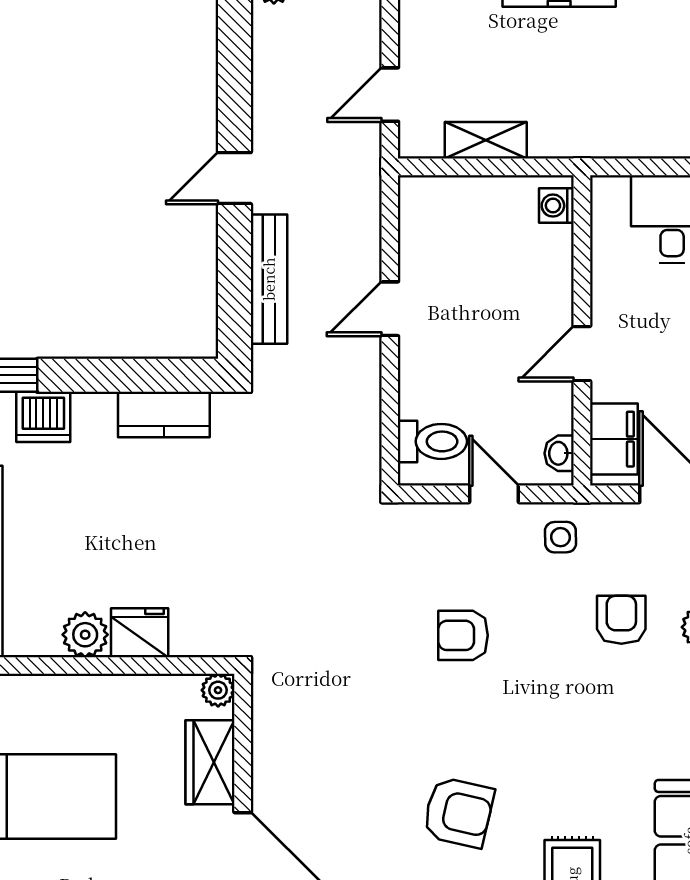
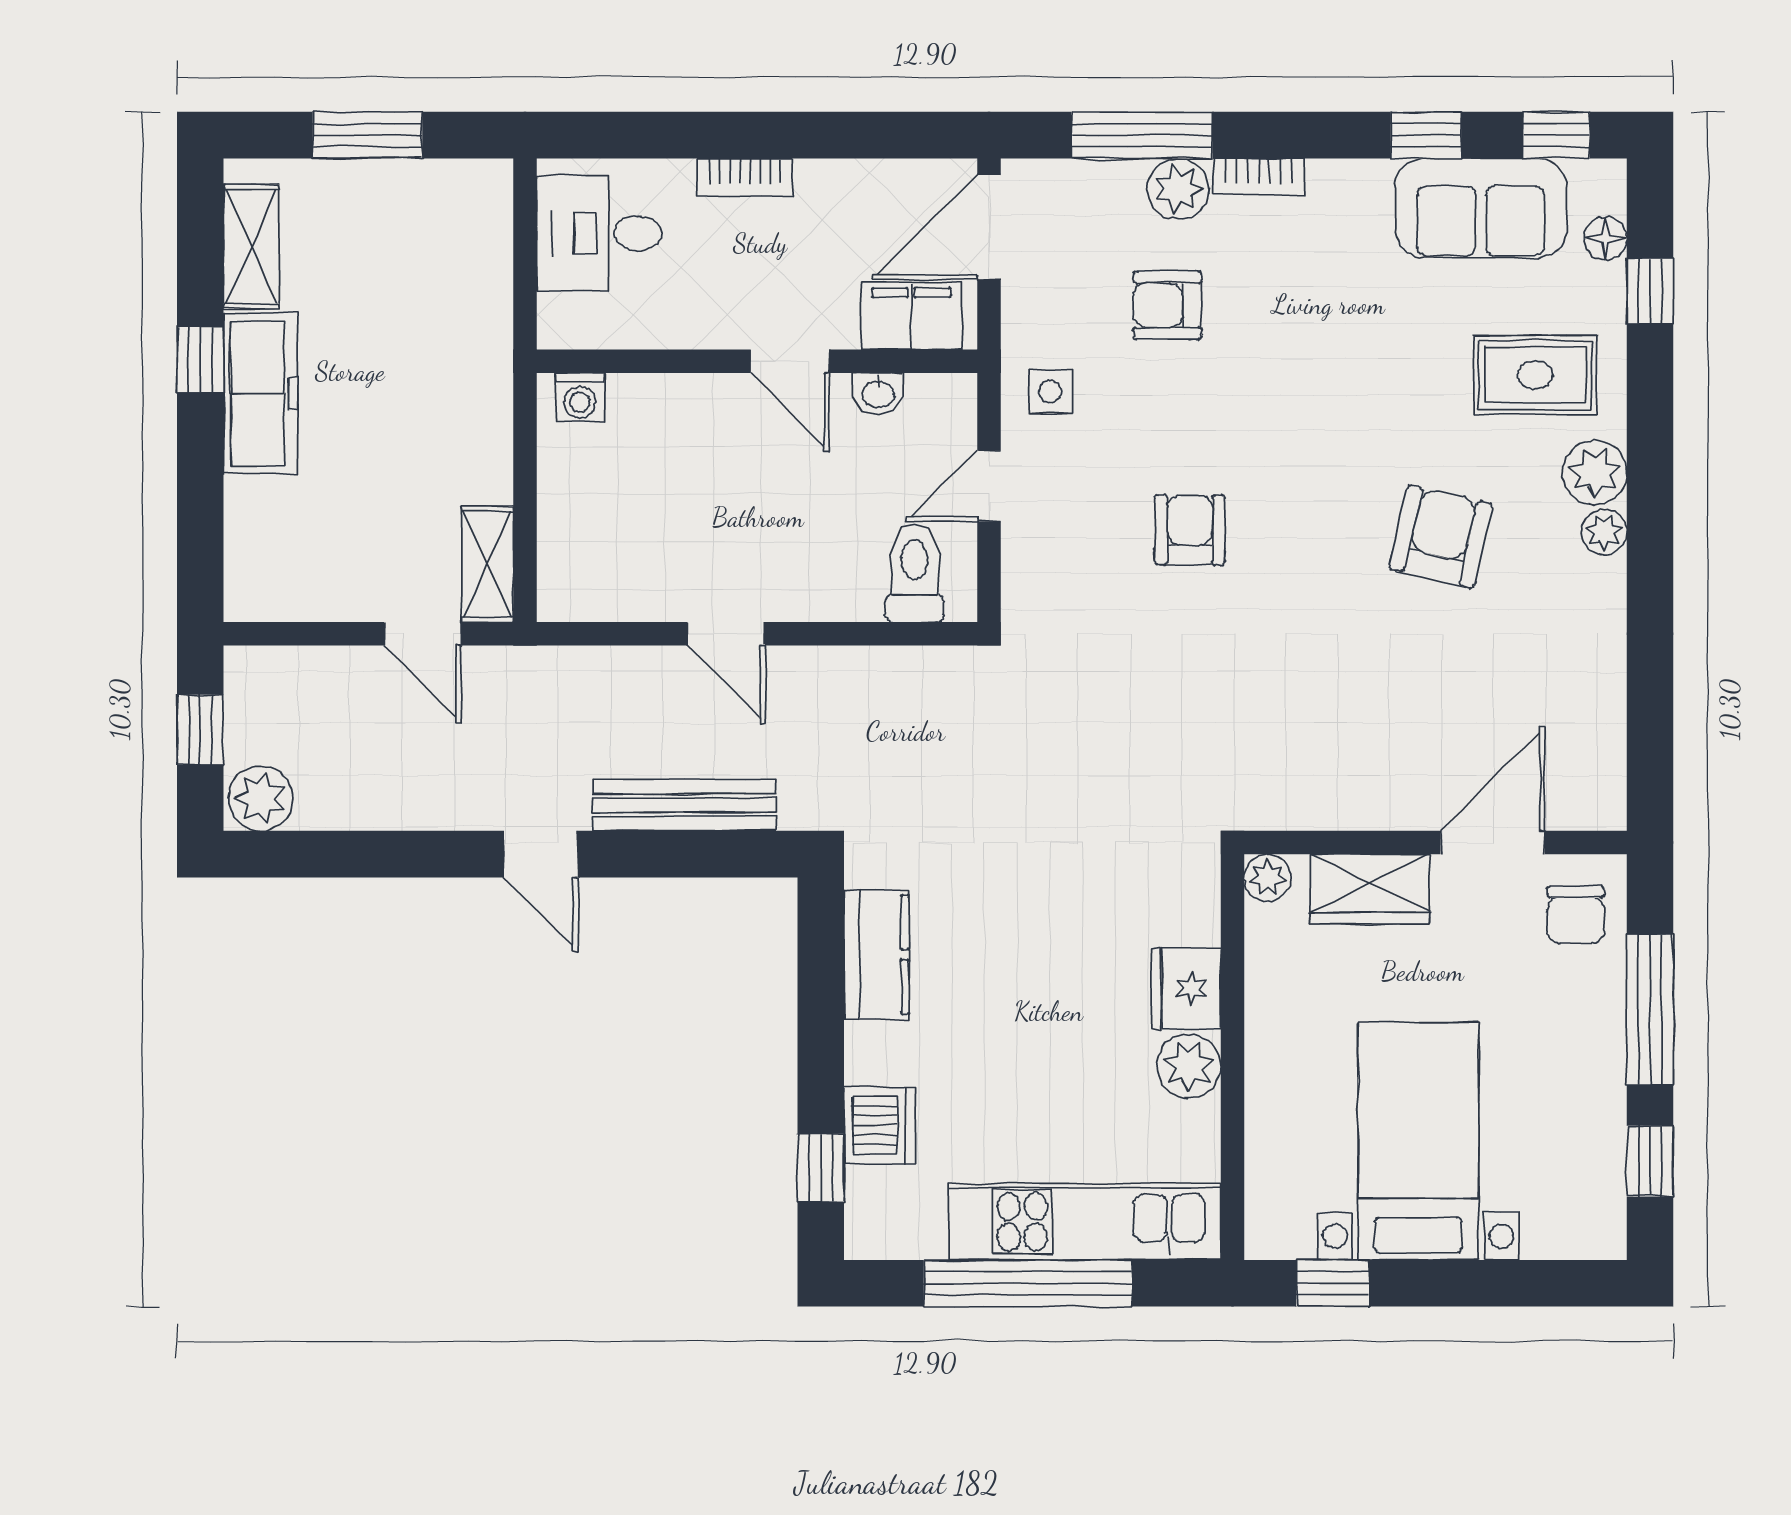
shelving: (486, 140) -> (487, 564), moved
washbasin: (559, 453) -> (878, 393), moved
armchair: (463, 635) -> (1190, 530), turned 180

